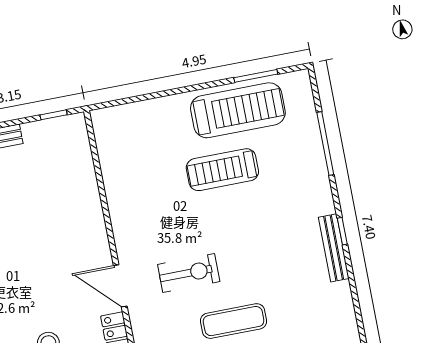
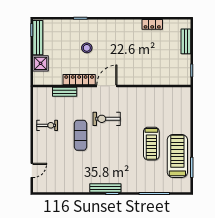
treadmill: (238, 110) -> (177, 156), turned 180
treadmill: (222, 170) -> (151, 144), turned 180
exercise bike: (189, 273) -> (107, 119), turned 90

